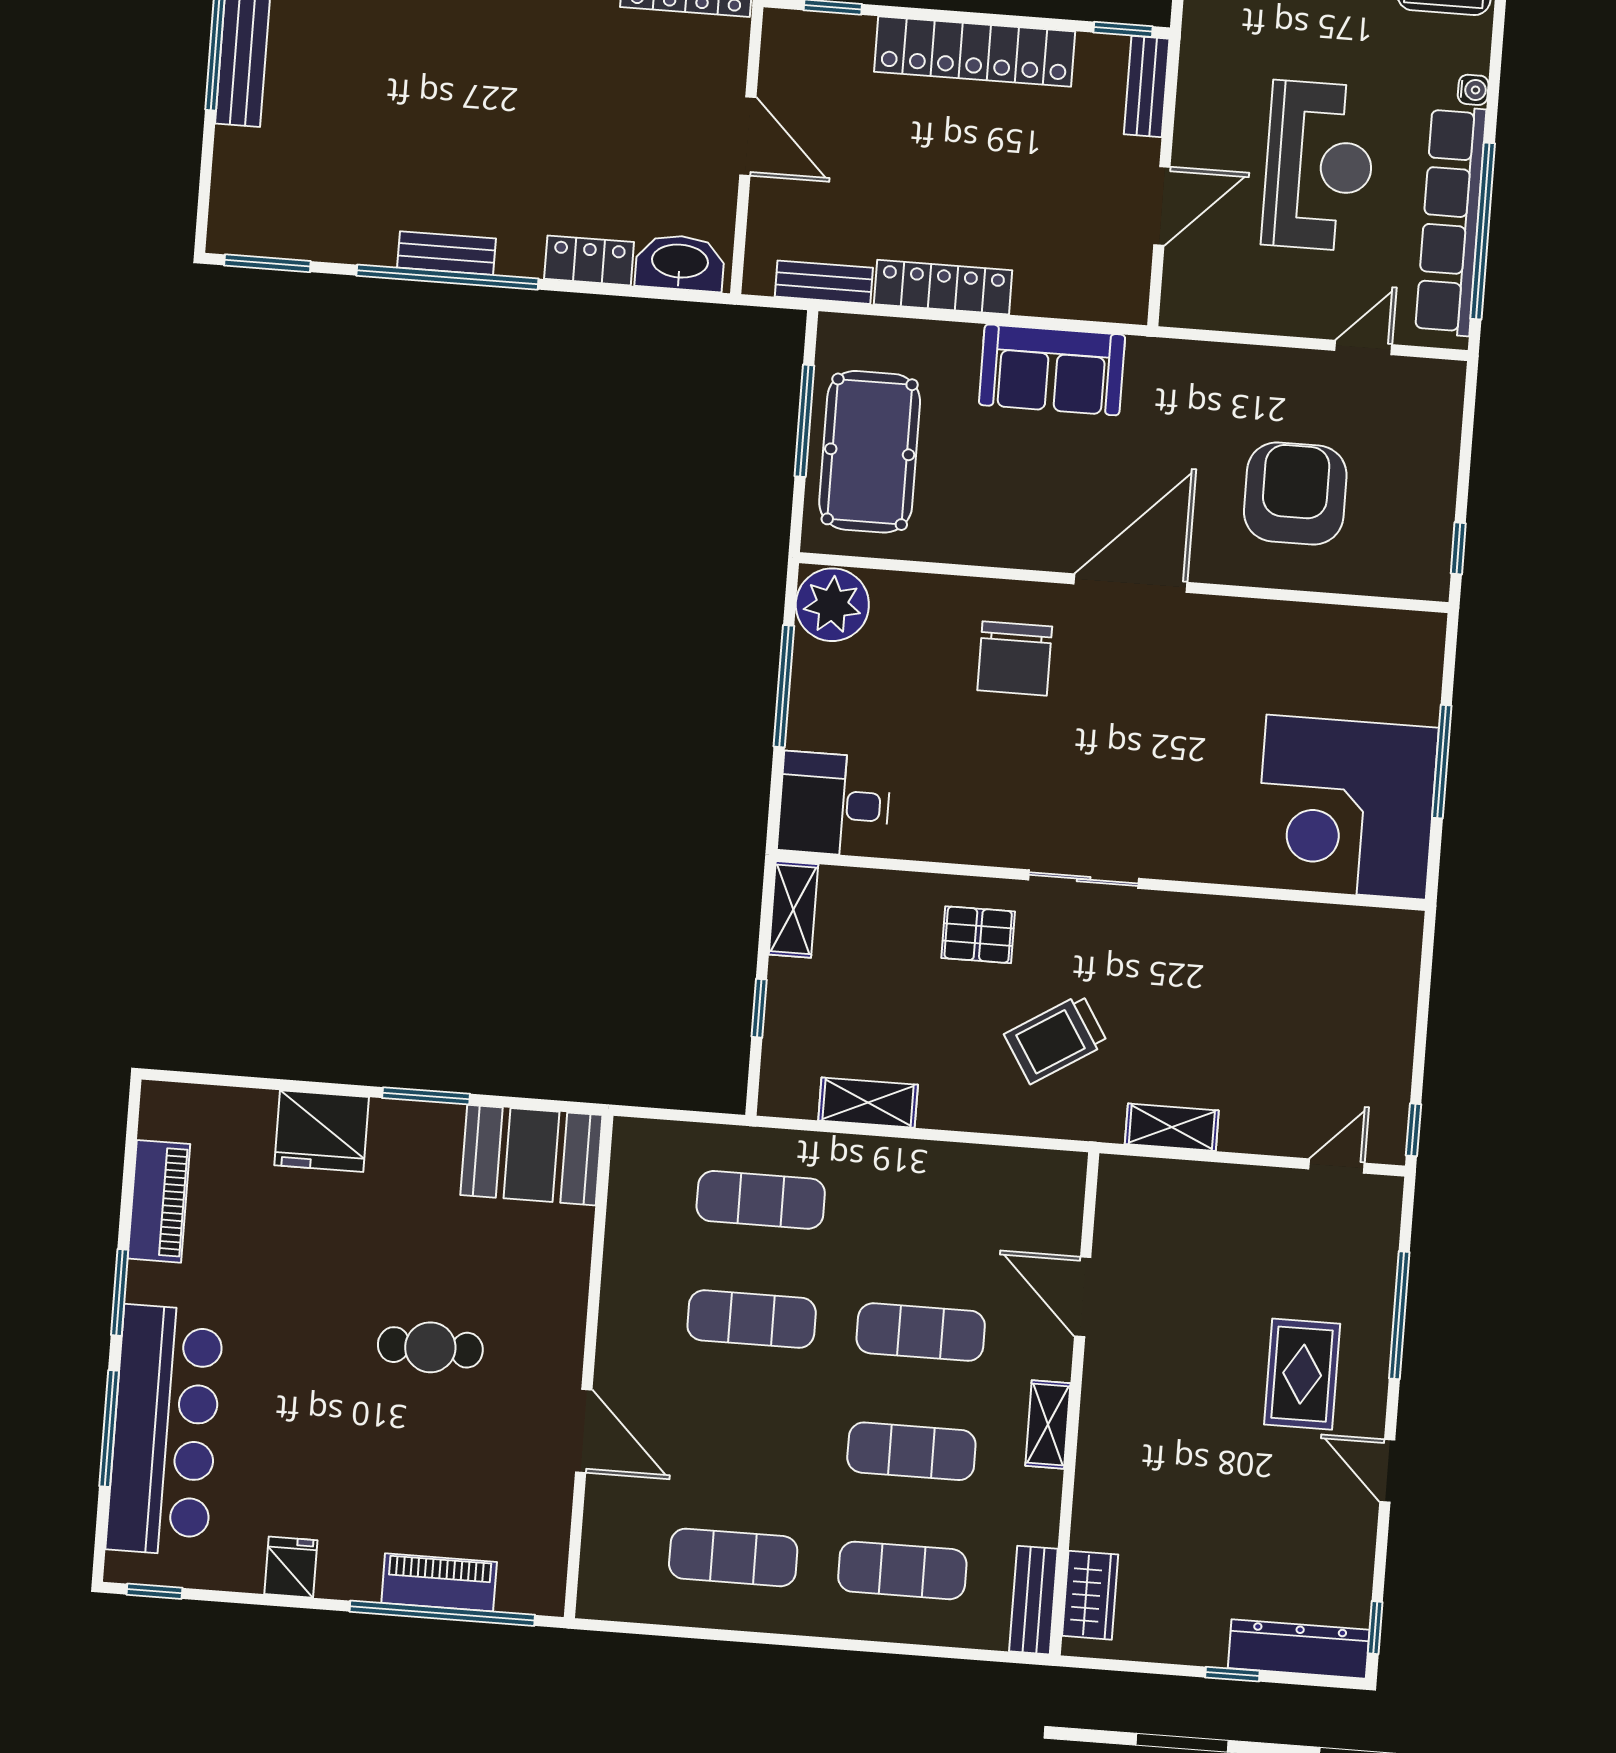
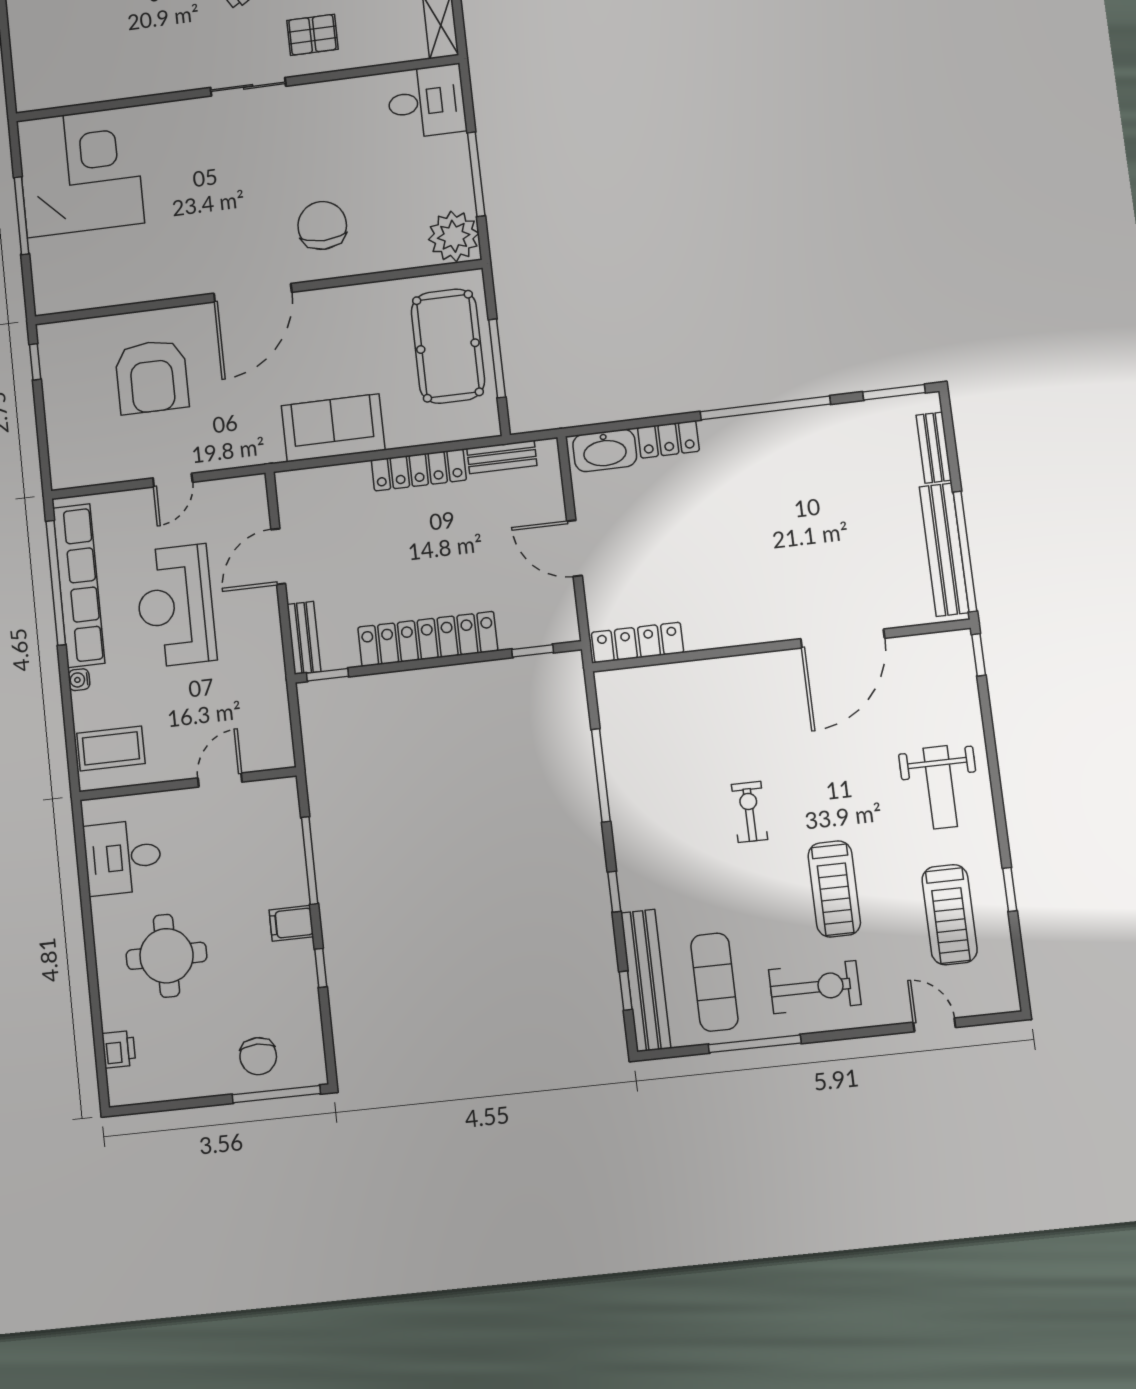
bench: (447, 253) -> (934, 448), moved, turned 90
door: (1363, 348) -> (173, 480), moved

